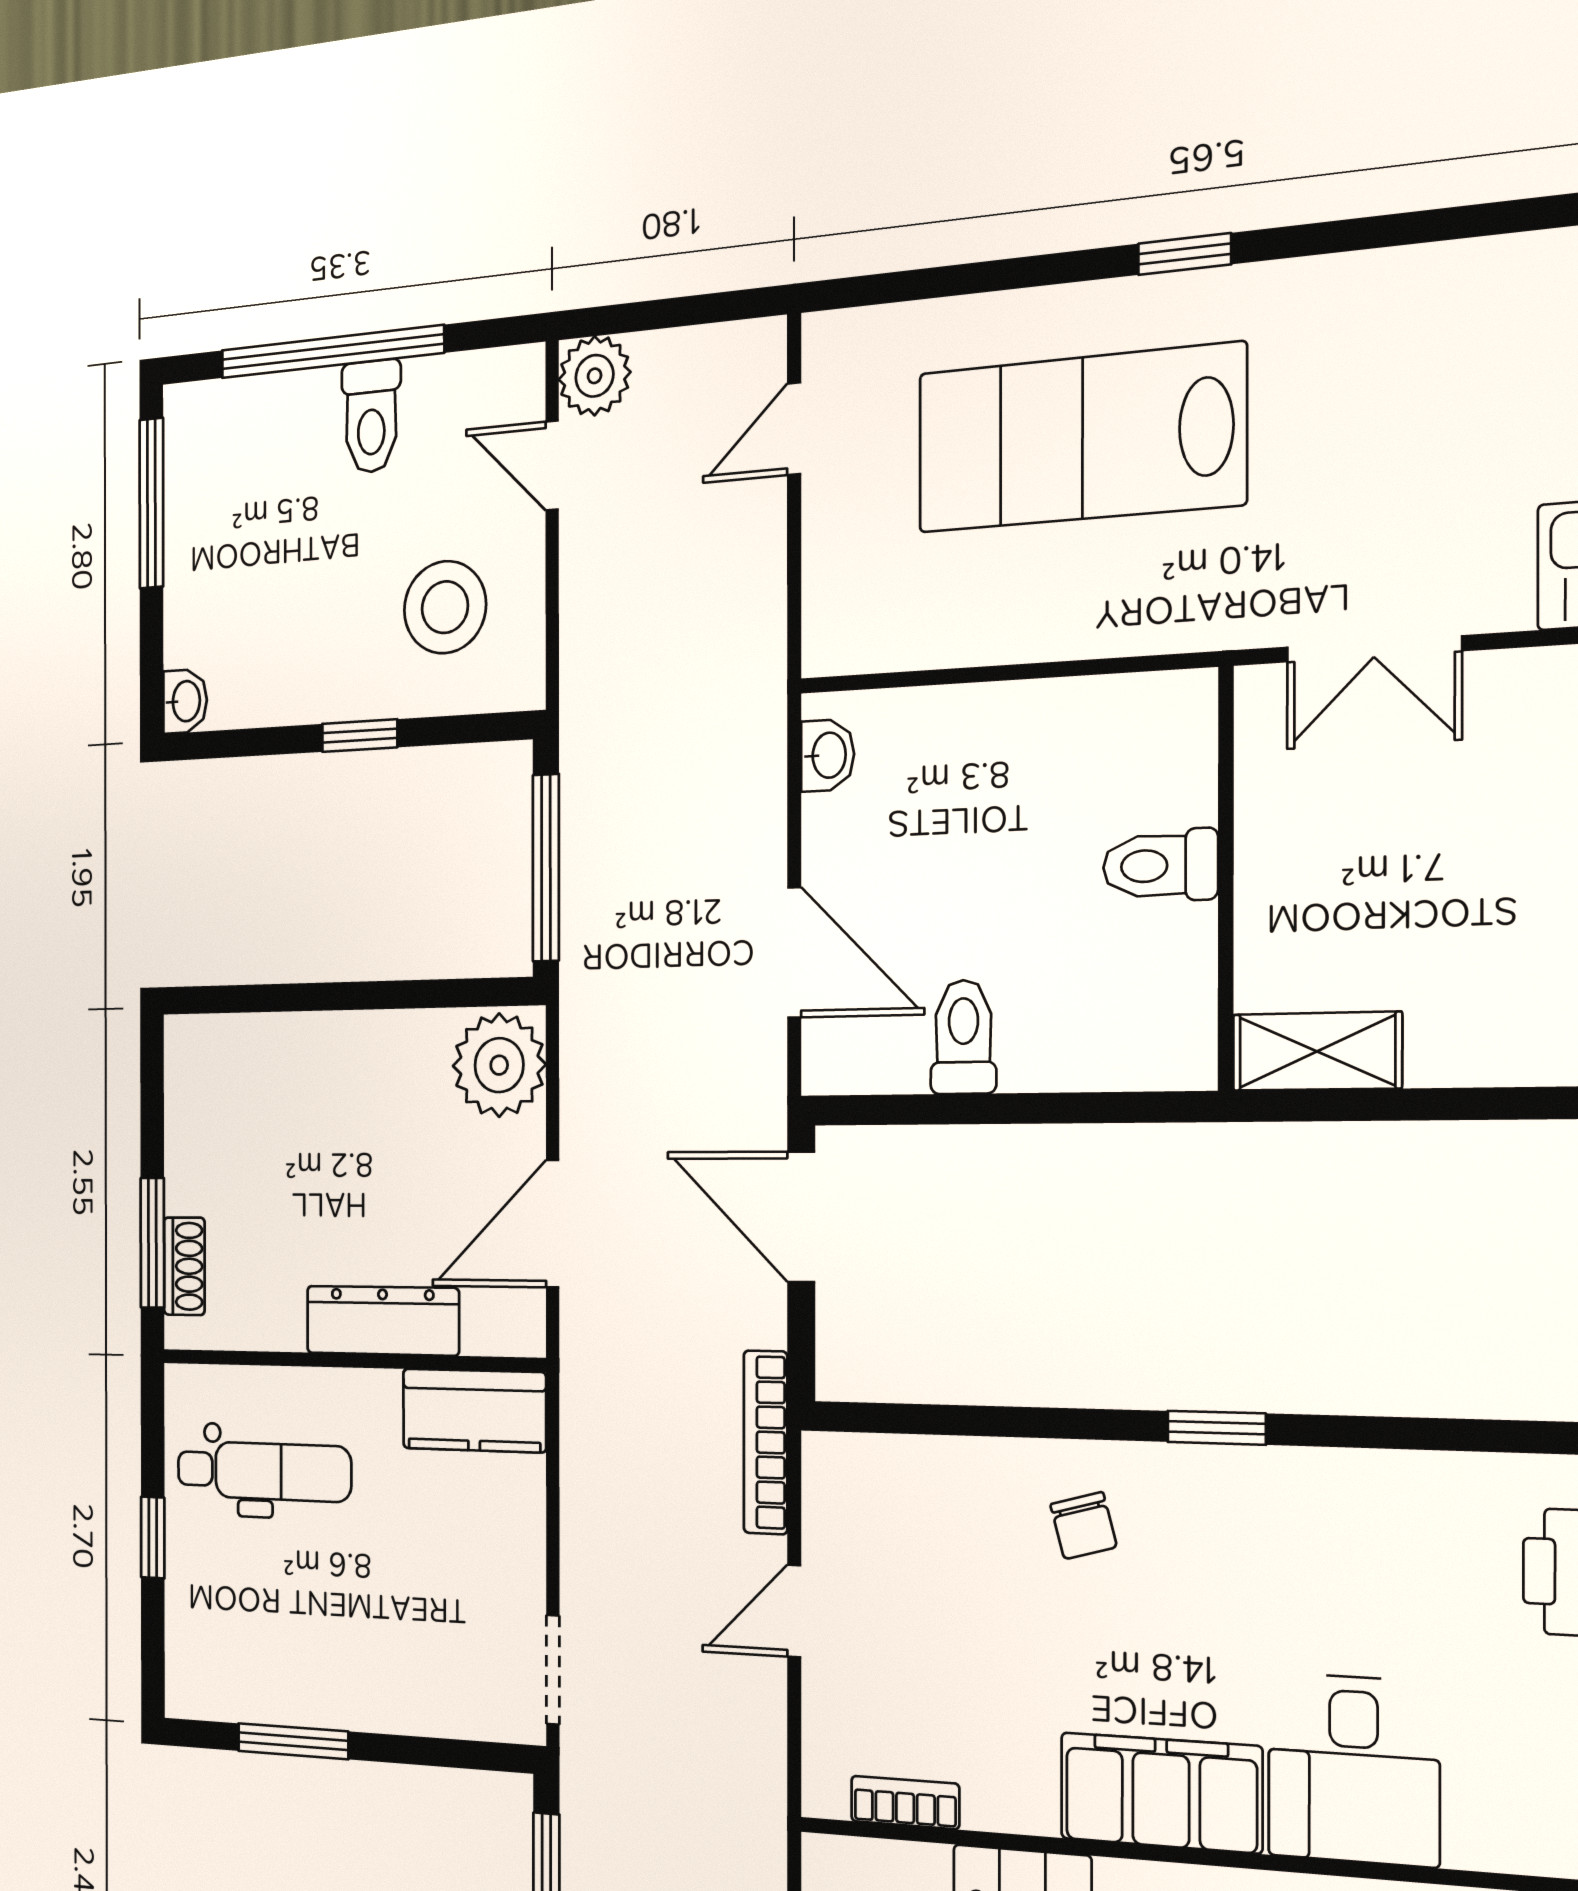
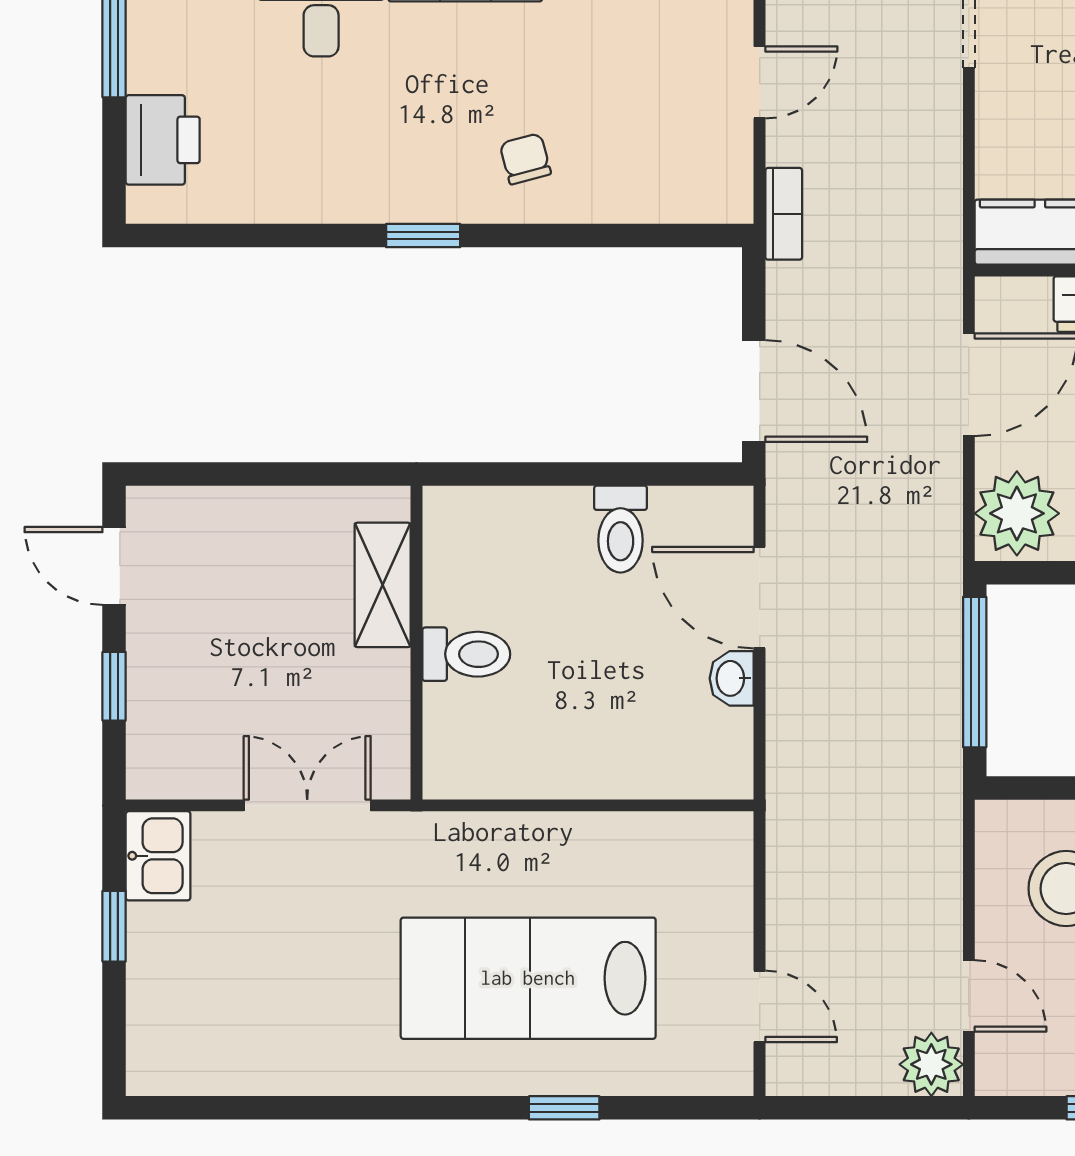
window: (1185, 254) -> (564, 1108), moved
door: (794, 429) -> (760, 1006), hinge flipped
lab bench: (1080, 438) -> (528, 978), turned 180
washbasin: (828, 755) -> (732, 678), moved
shelving: (1317, 1051) -> (383, 585), moved, turned 90
bookcase: (766, 1442) -> (784, 214), width x0.64

